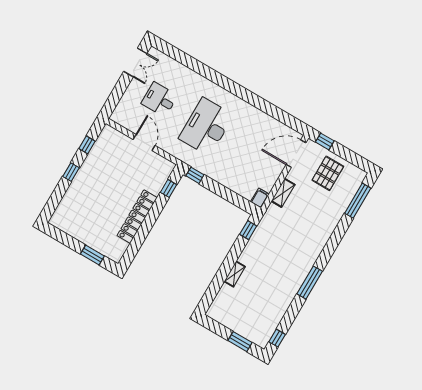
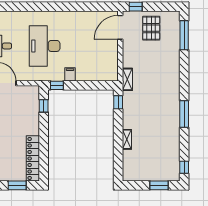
shelving: (283, 193) -> (127, 79), moved
filing cabinet: (260, 198) -> (70, 74), moved
locker: (137, 217) -> (33, 158), moved

